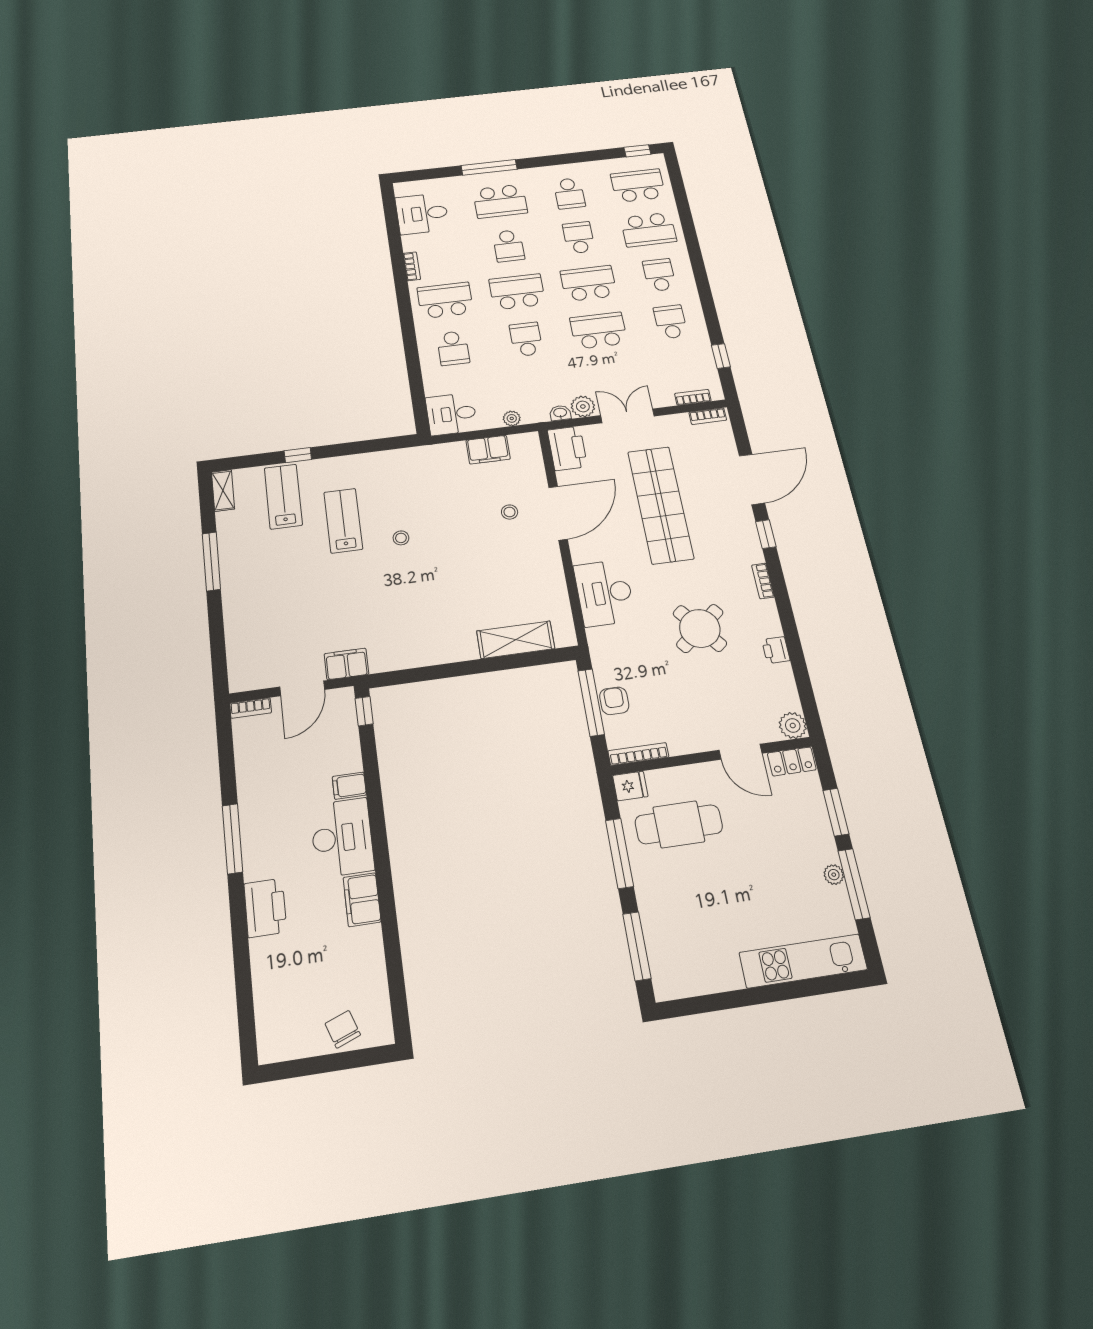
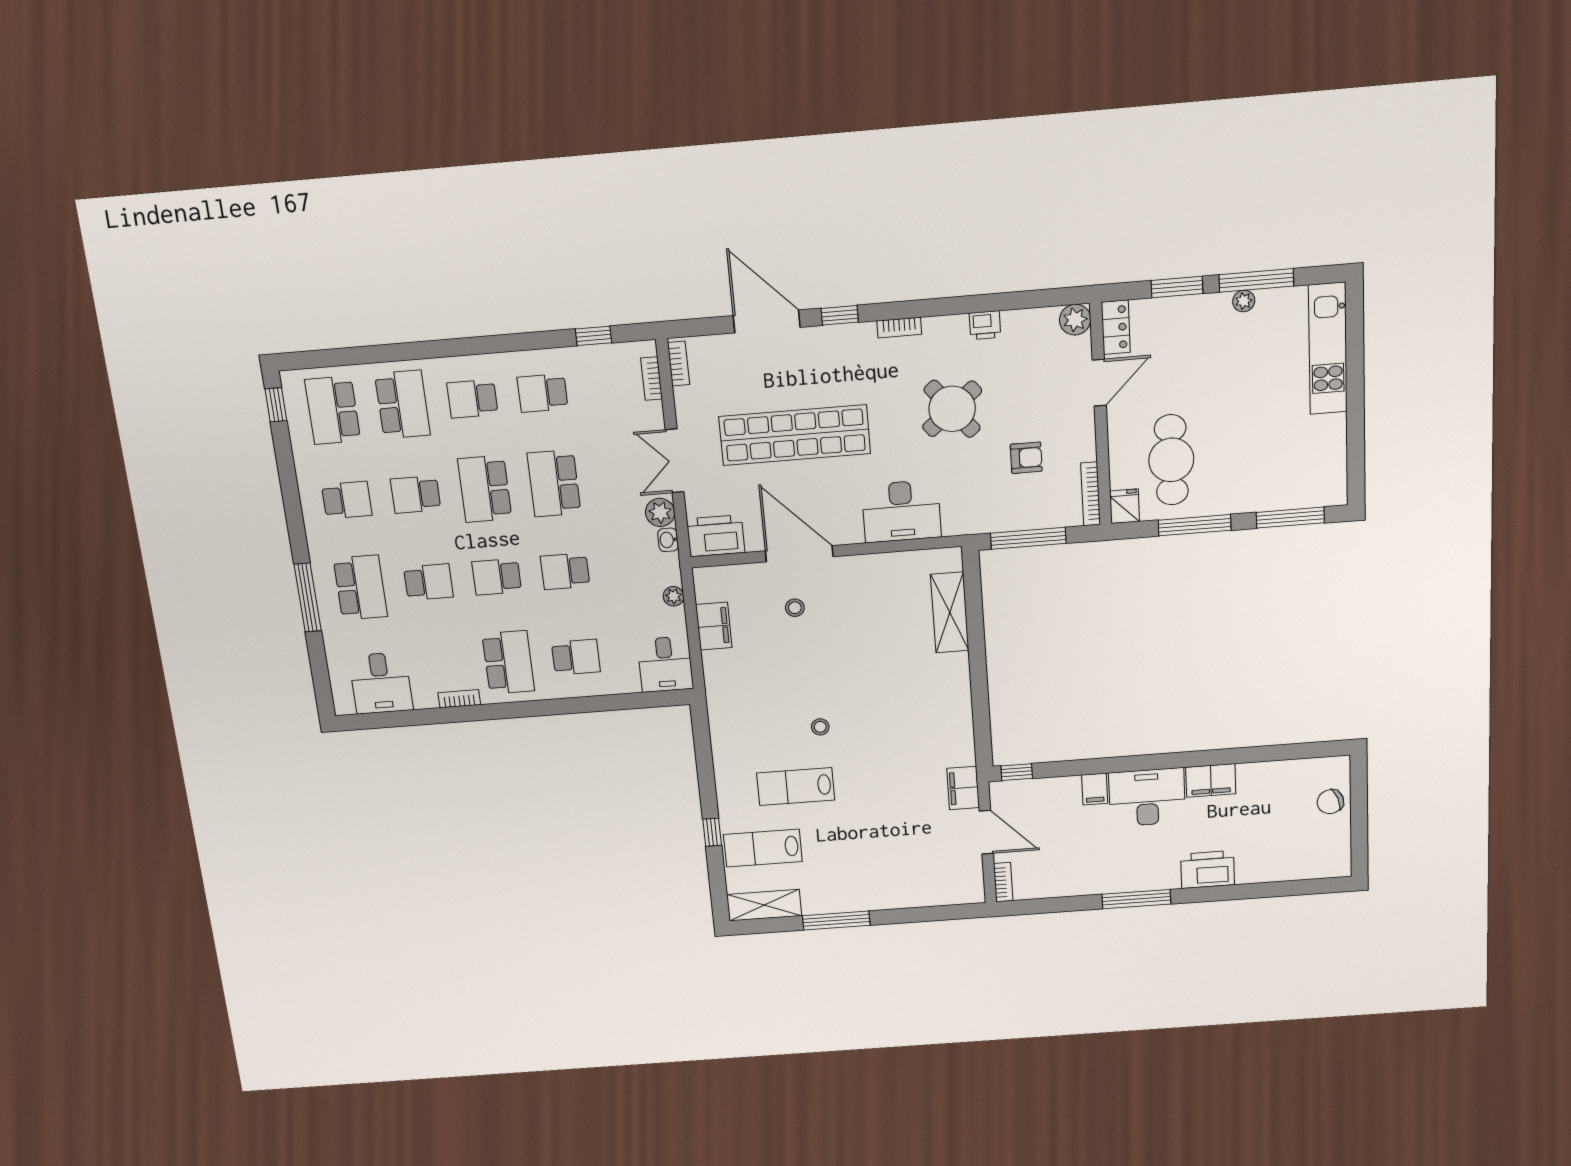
school desk: (517, 292) -> (497, 577), width x0.54
school desk: (445, 300) -> (508, 662), turned 180
shelving: (223, 490) -> (764, 905), width x1.50, depth x1.33
armchair: (614, 701) -> (1026, 458), moved, turned 180

